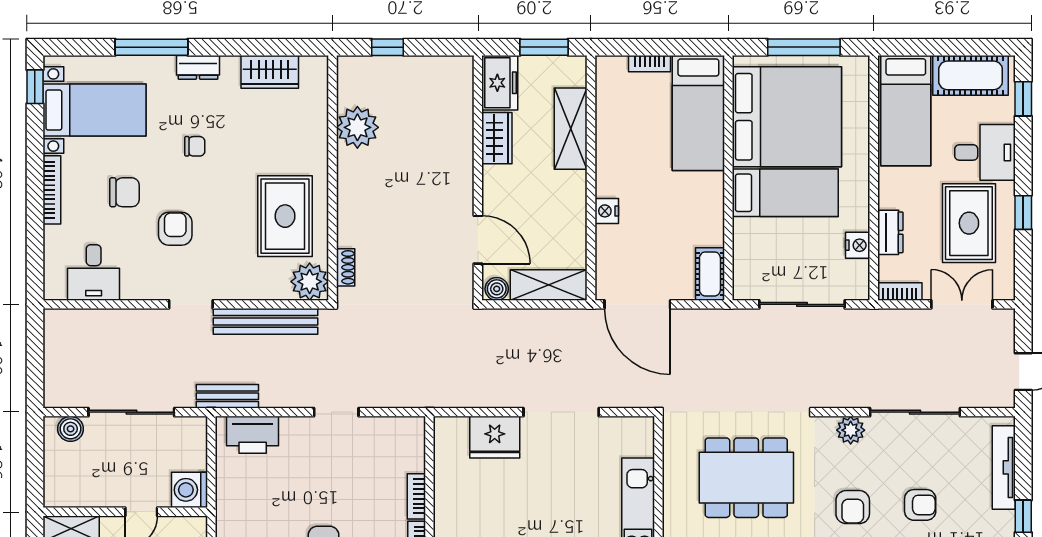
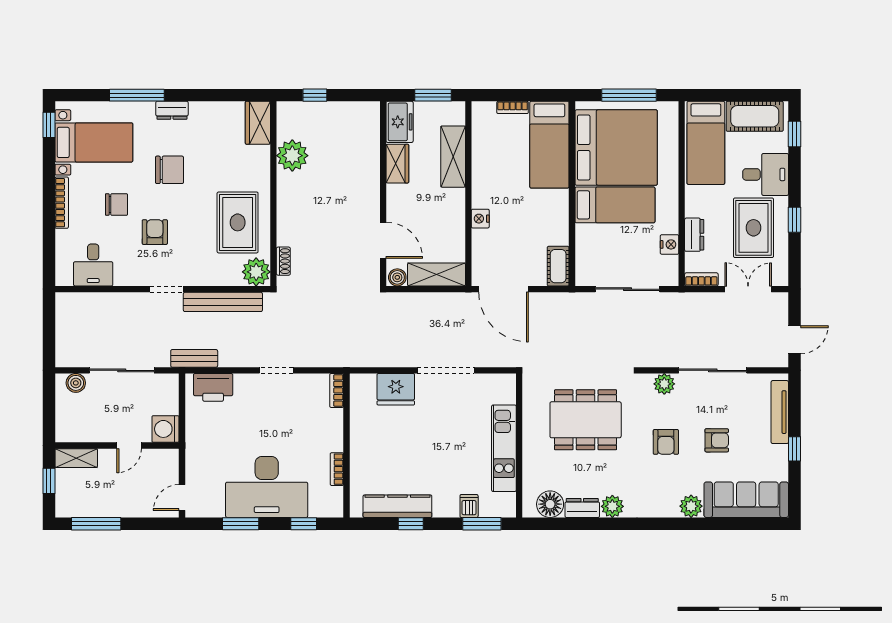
wardrobe: (270, 72) -> (258, 123), moved, turned 90
chair: (195, 146) -> (170, 170), width x1.87, depth x1.87
bookcase: (416, 496) -> (337, 390), moved

